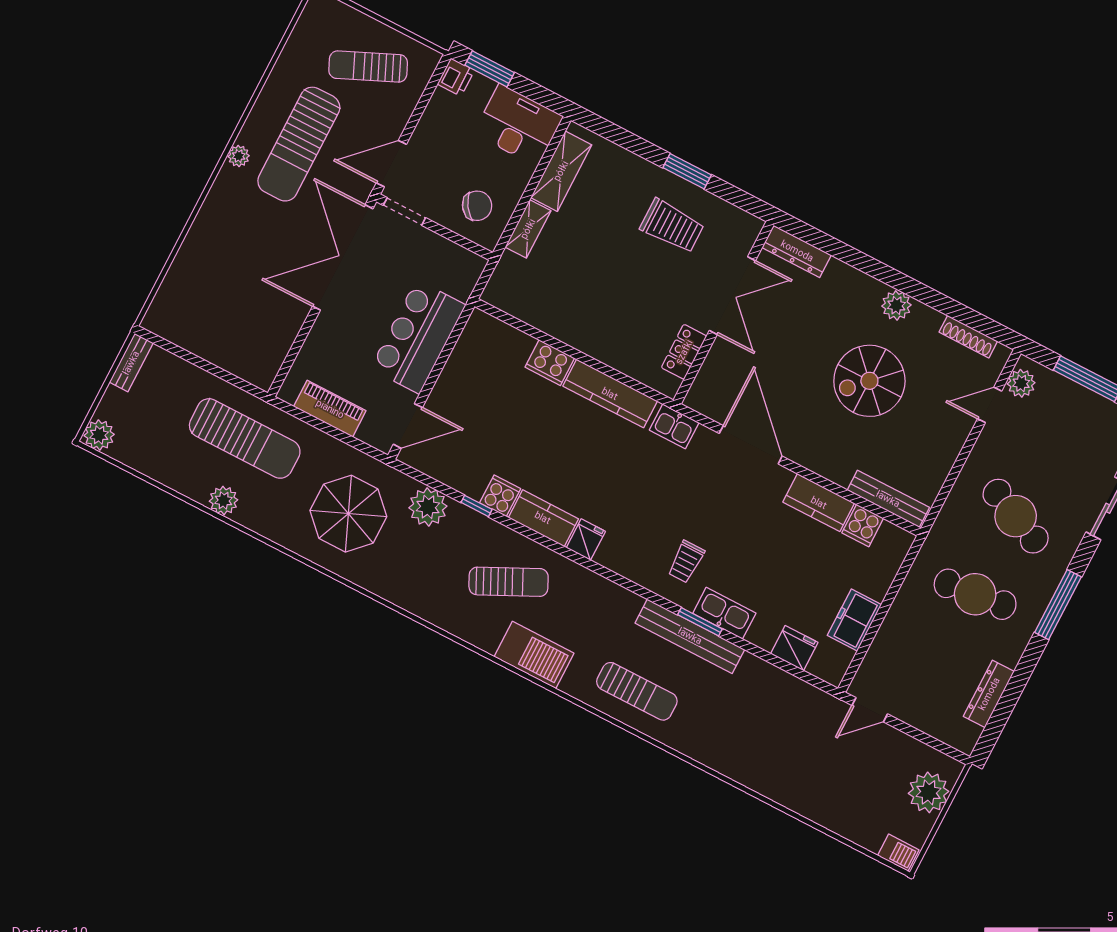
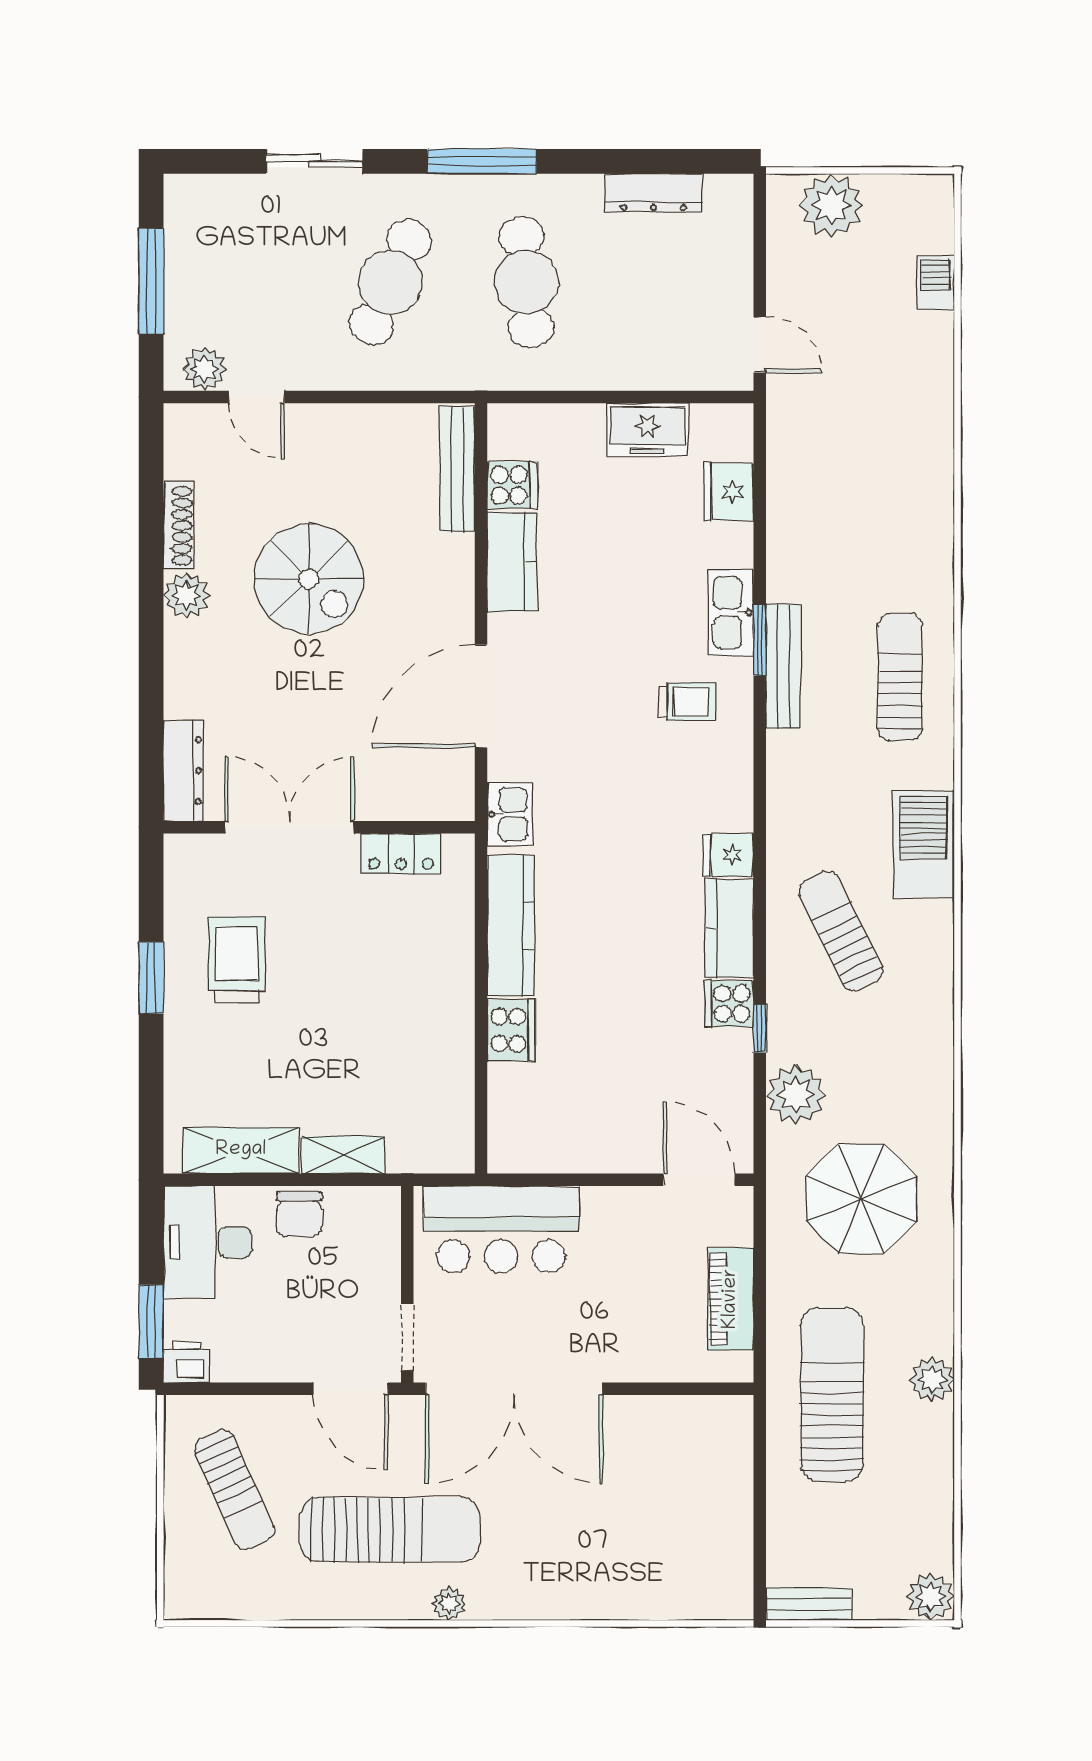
chair: (477, 206) -> (299, 1214), moved, turned -146
bar counter: (418, 337) -> (501, 1229), moved
shoe rack: (968, 337) -> (178, 526), moved
bench: (690, 636) -> (783, 666), width x0.73, depth x0.82
barbecue: (898, 853) -> (936, 282), moved

